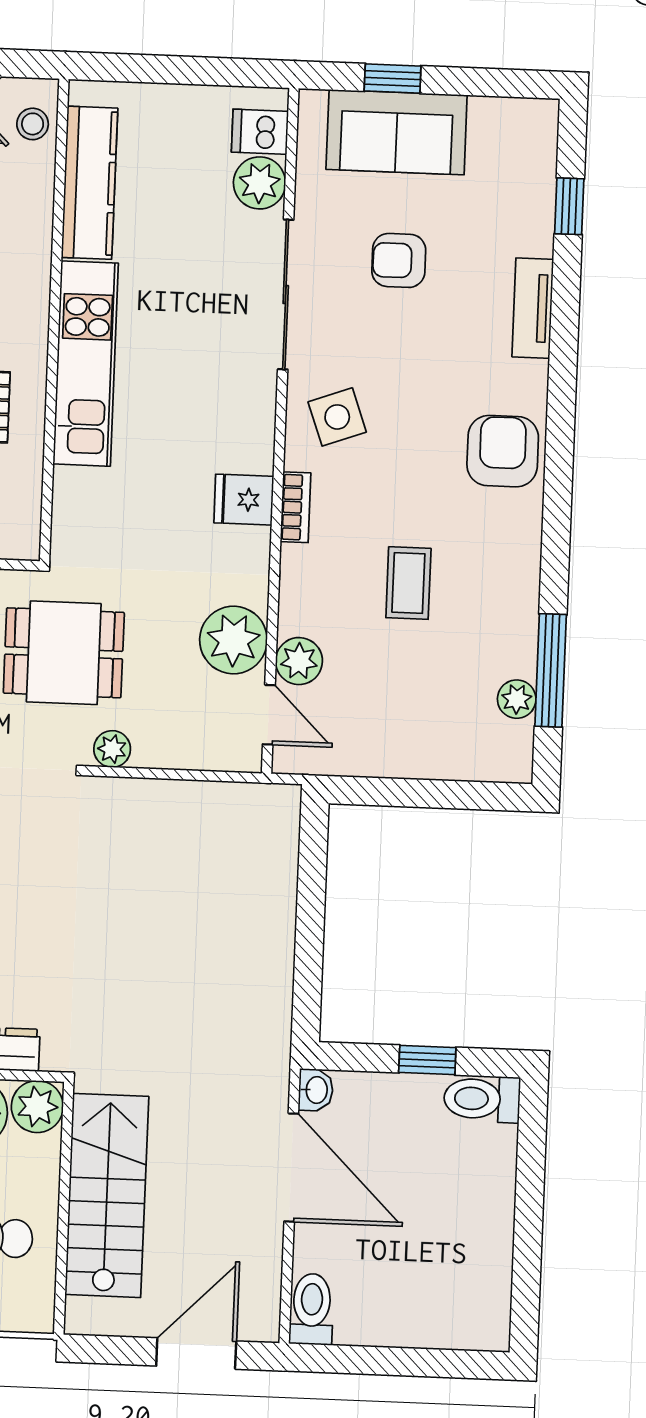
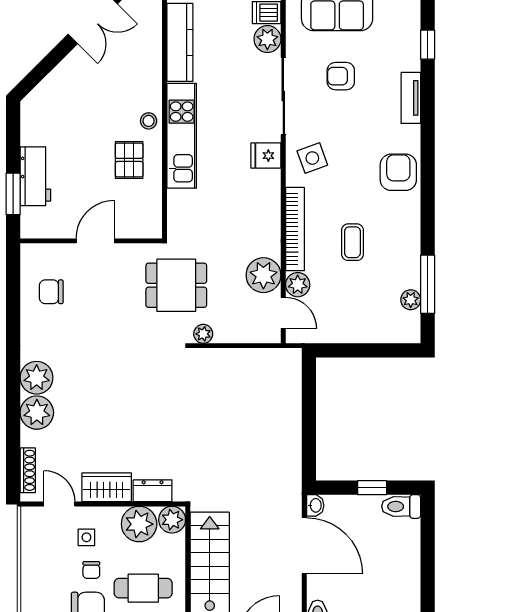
stool: (33, 124) -> (149, 121), moved
fridge: (244, 500) -> (266, 156), moved
bookcase: (296, 507) -> (295, 229), width x2.31, depth x1.31

